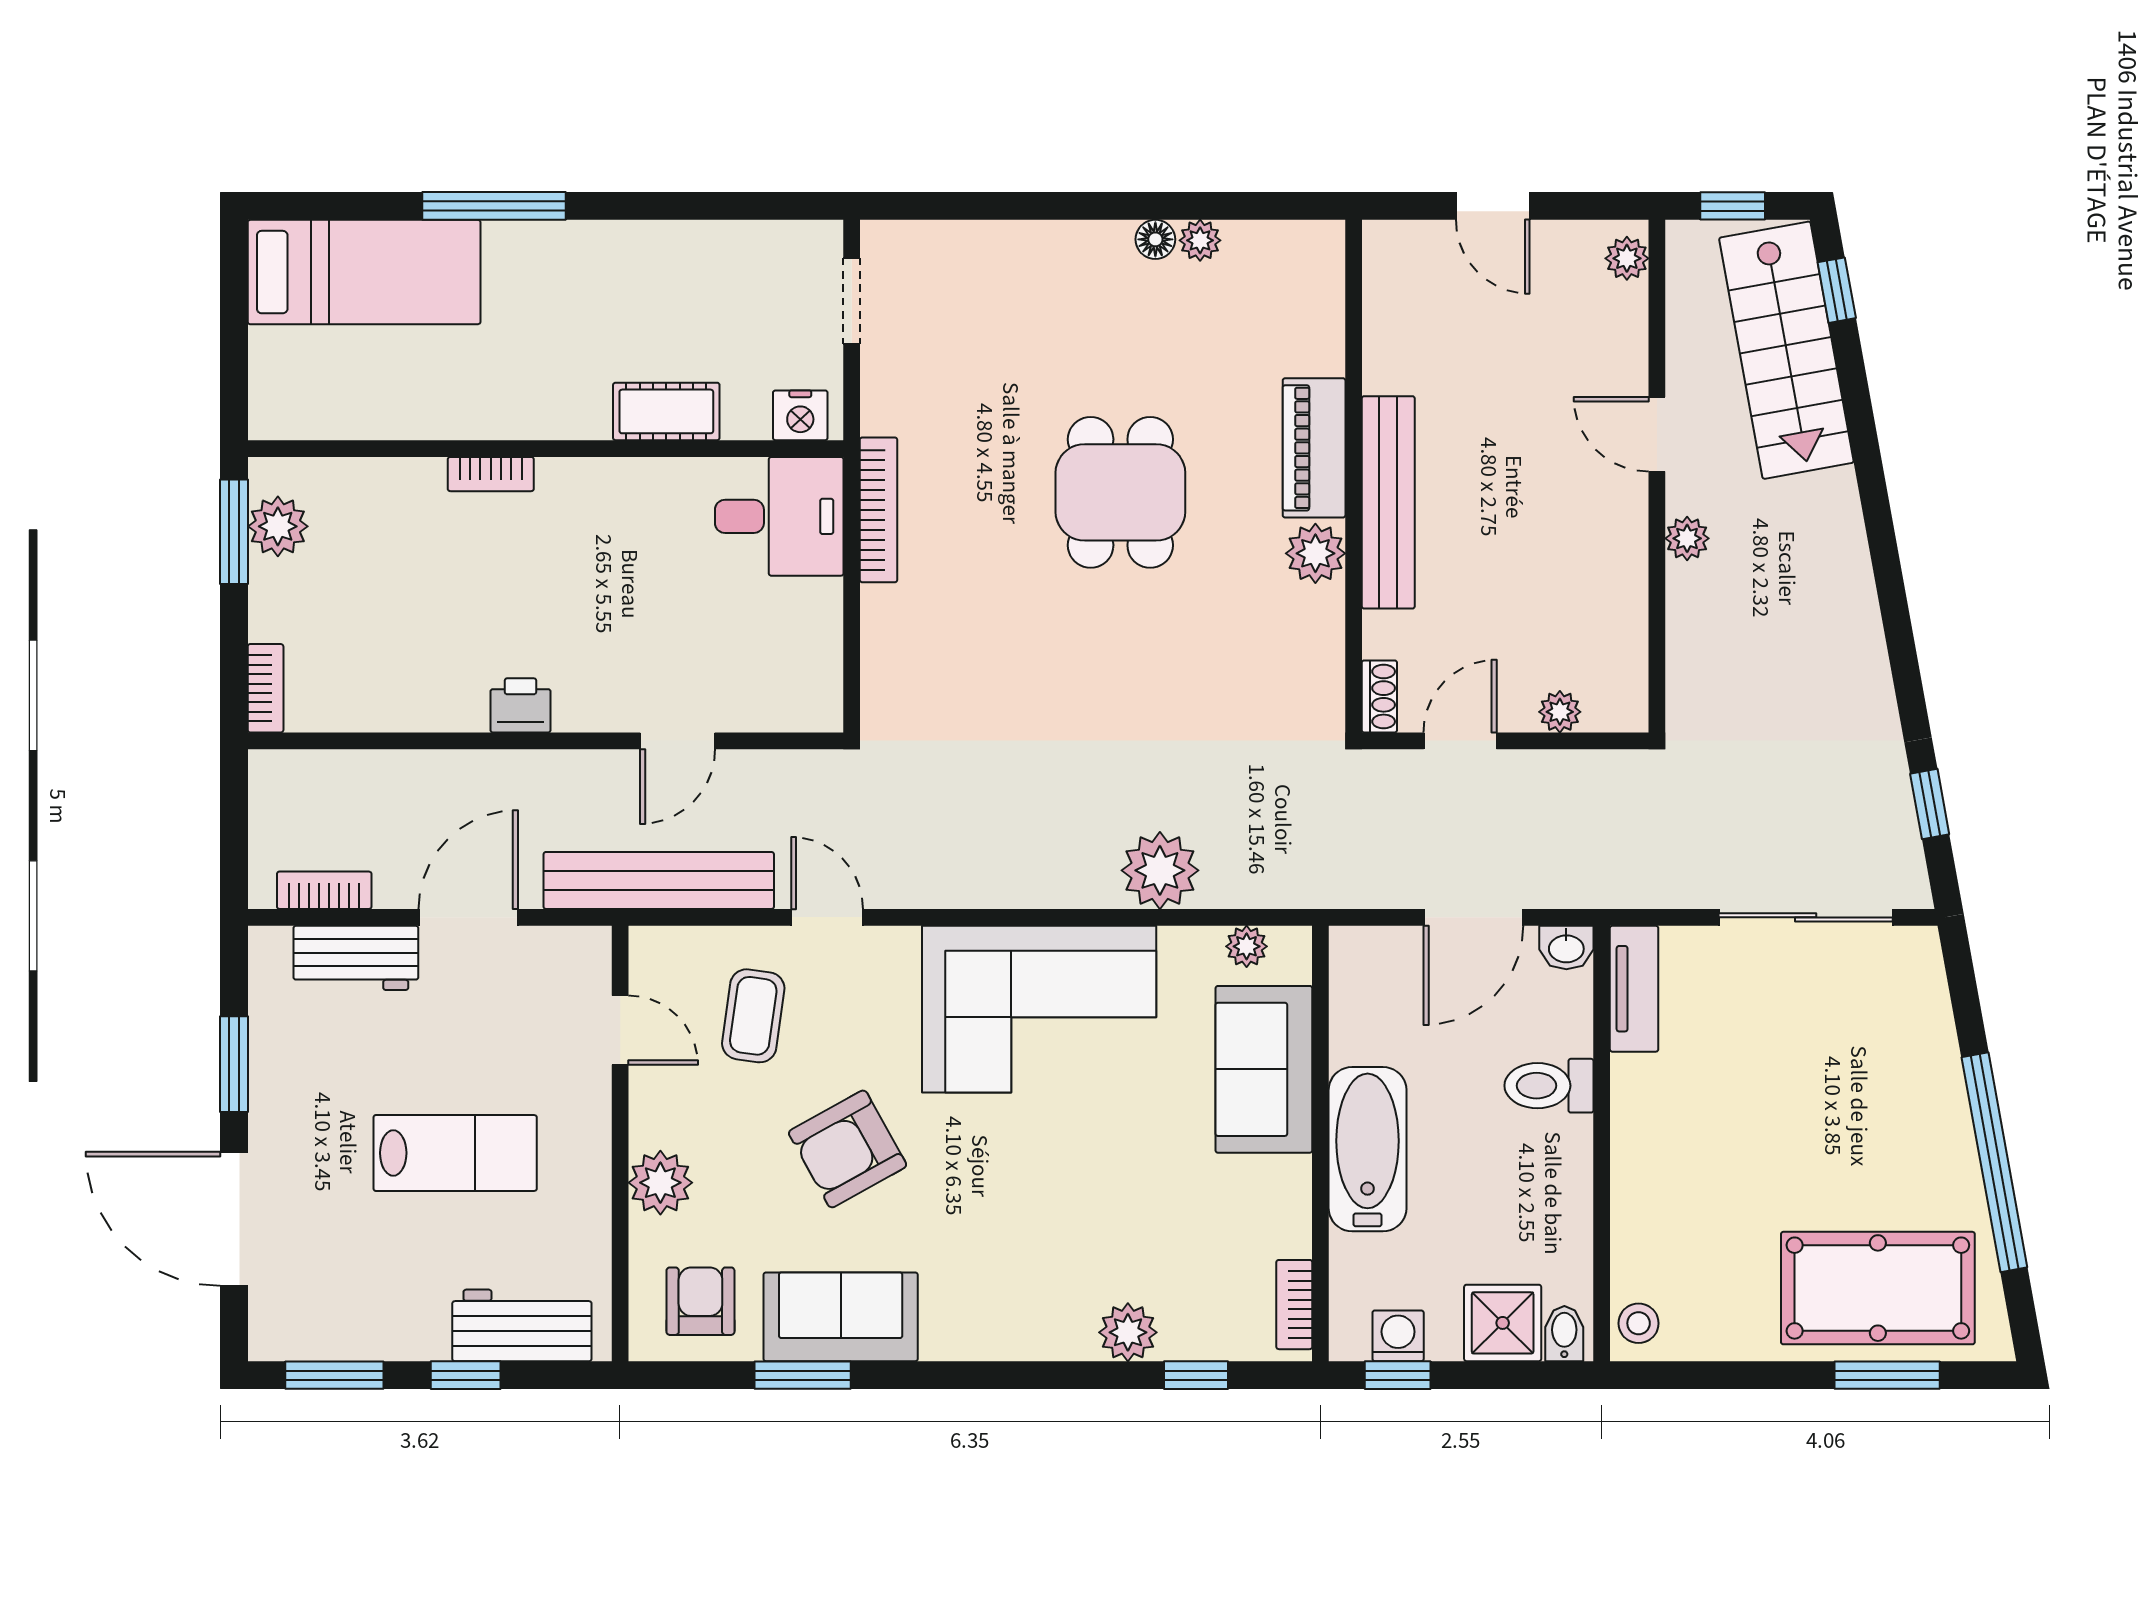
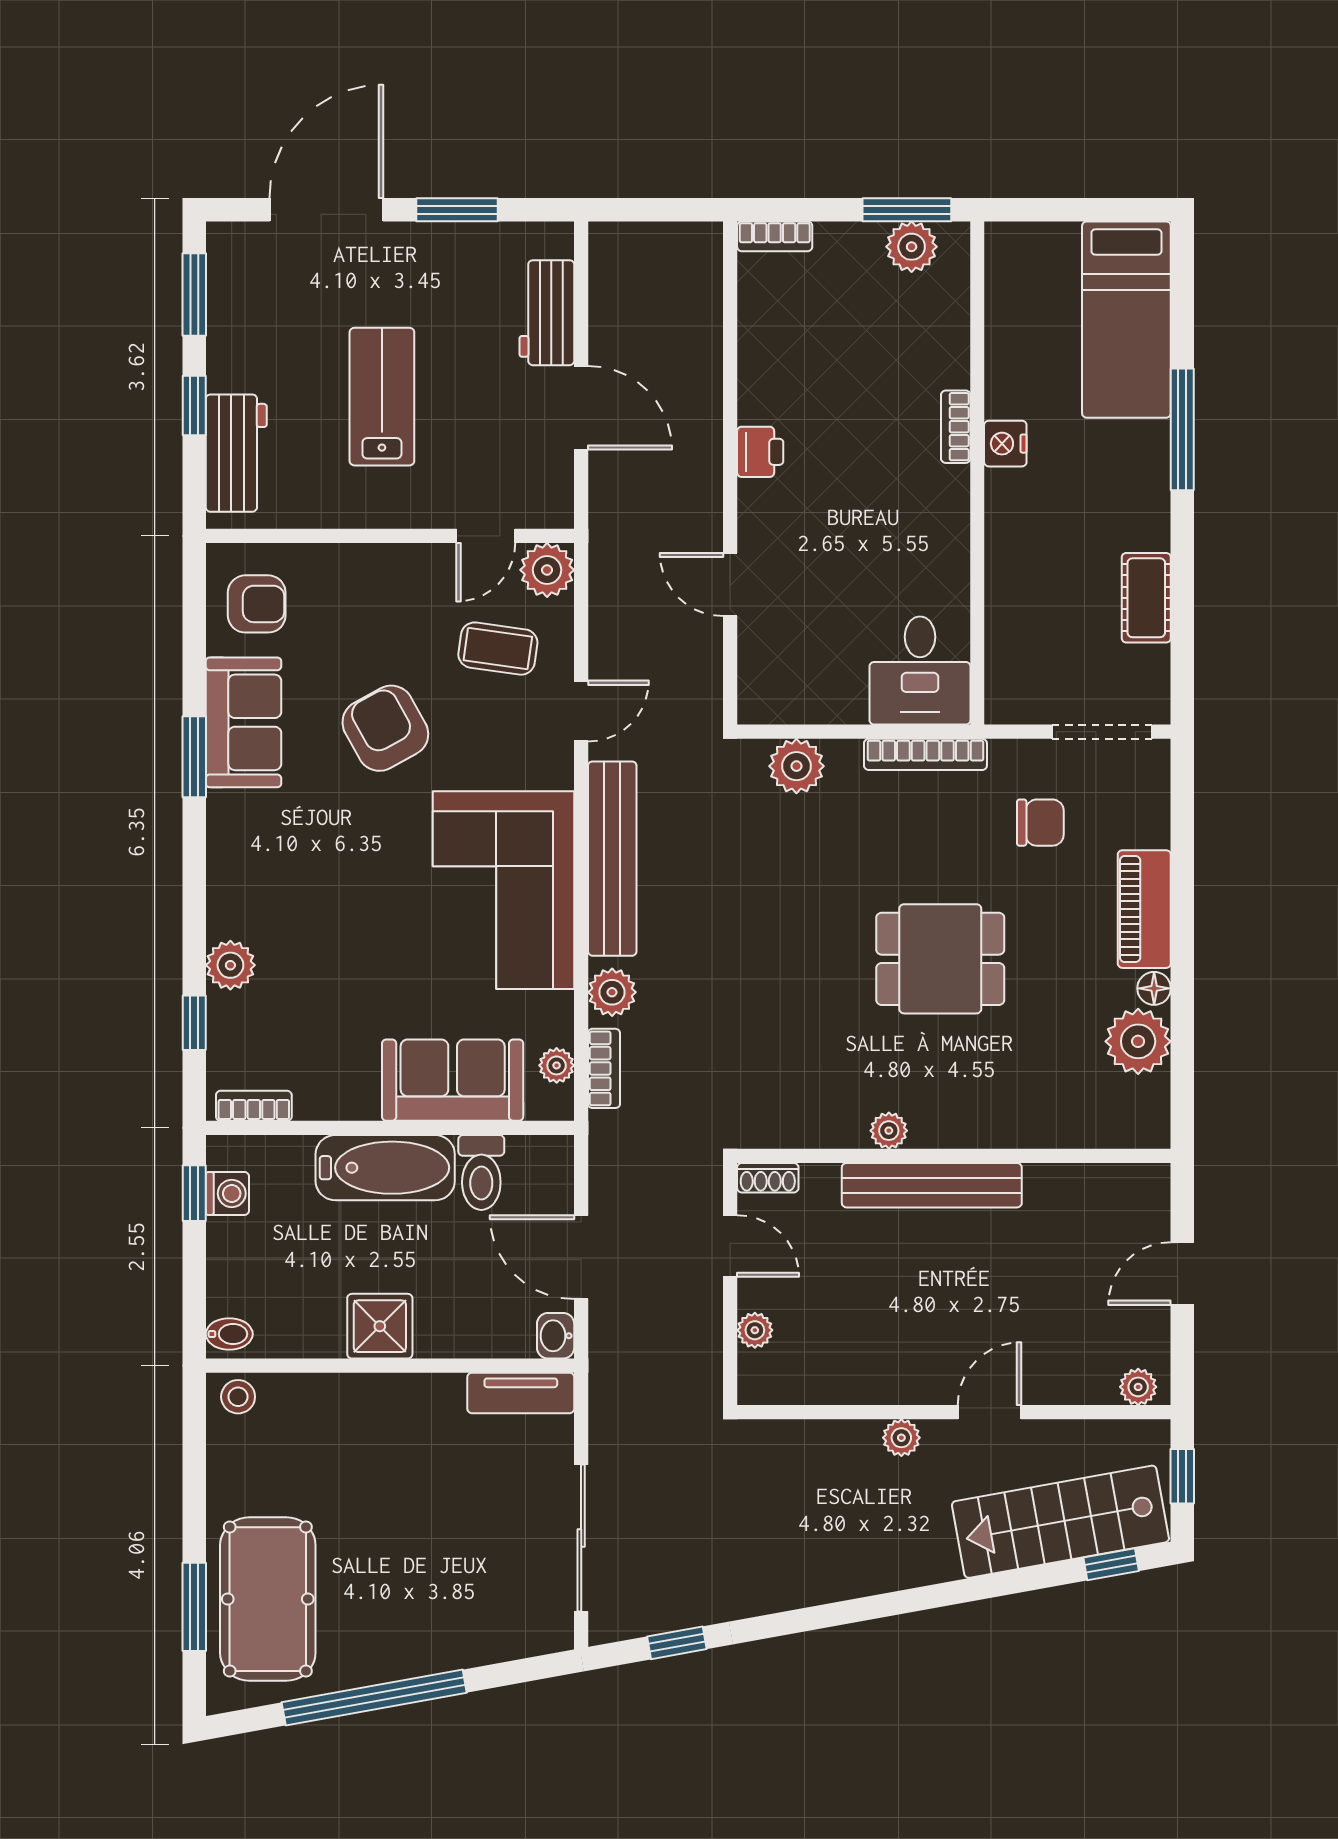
plant: (1200, 240) -> (1138, 1041), width x1.88, depth x1.88
doorway: (852, 301) -> (1102, 732), width x1.38
chair: (959, 374) -> (1040, 823), added
cot: (666, 411) -> (1146, 598), moved
nightstand: (800, 415) -> (1005, 444), moved
piano: (1314, 448) -> (1144, 909), moved, turned -90
plant: (1315, 553) -> (889, 1131), width x0.73, depth x0.73
plant: (892, 662) -> (796, 766), added
plant: (1160, 870) -> (612, 992), width x0.73, depth x0.73
bench: (659, 880) -> (612, 859), moved
bookcase: (324, 890) -> (604, 1068), moved
toilet: (1549, 1086) -> (481, 1172), moved, turned 180
lab bench: (455, 1153) -> (382, 397), turned 180
plant: (660, 1183) -> (547, 570), moved
shower: (1503, 1323) -> (380, 1326), moved
window: (803, 1375) -> (194, 757), moved

